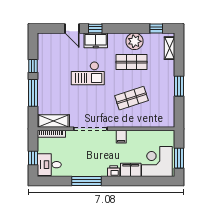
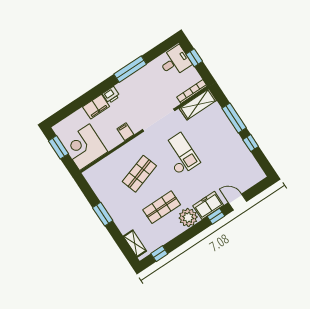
plant: (134, 41) -> (188, 217), moved
checkout: (88, 73) -> (180, 154), moved, turned 90
corner desk: (157, 161) -> (84, 147), moved, turned 180

